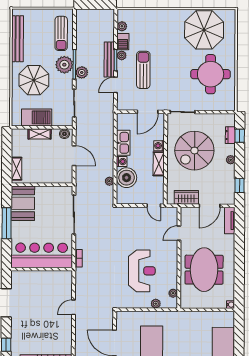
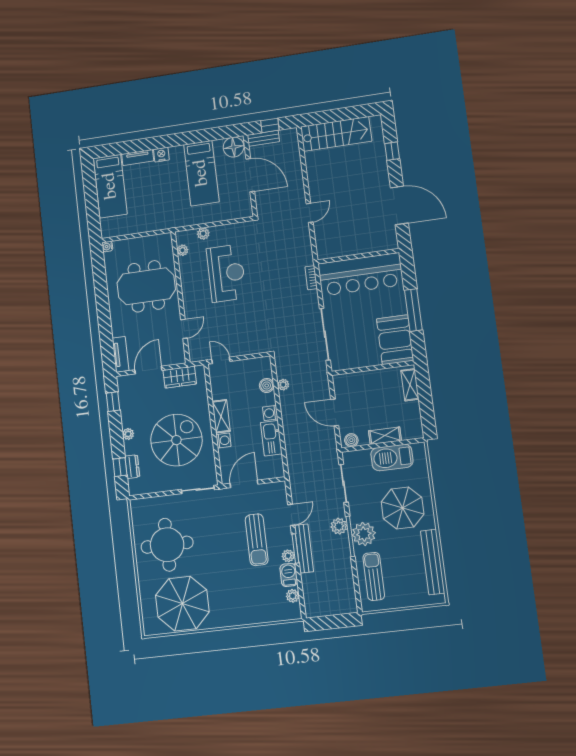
boiler: (127, 178) -> (267, 385), width x0.54, depth x0.54
meeting table: (204, 270) -> (146, 286), turned 90
reception desk: (142, 271) -> (226, 273), turned 180

